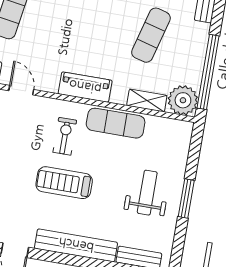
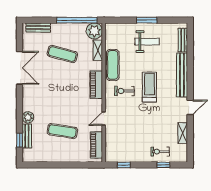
treadmill: (64, 183) -> (149, 87), turned 180
weight bench: (147, 193) -> (147, 42), turned 180

